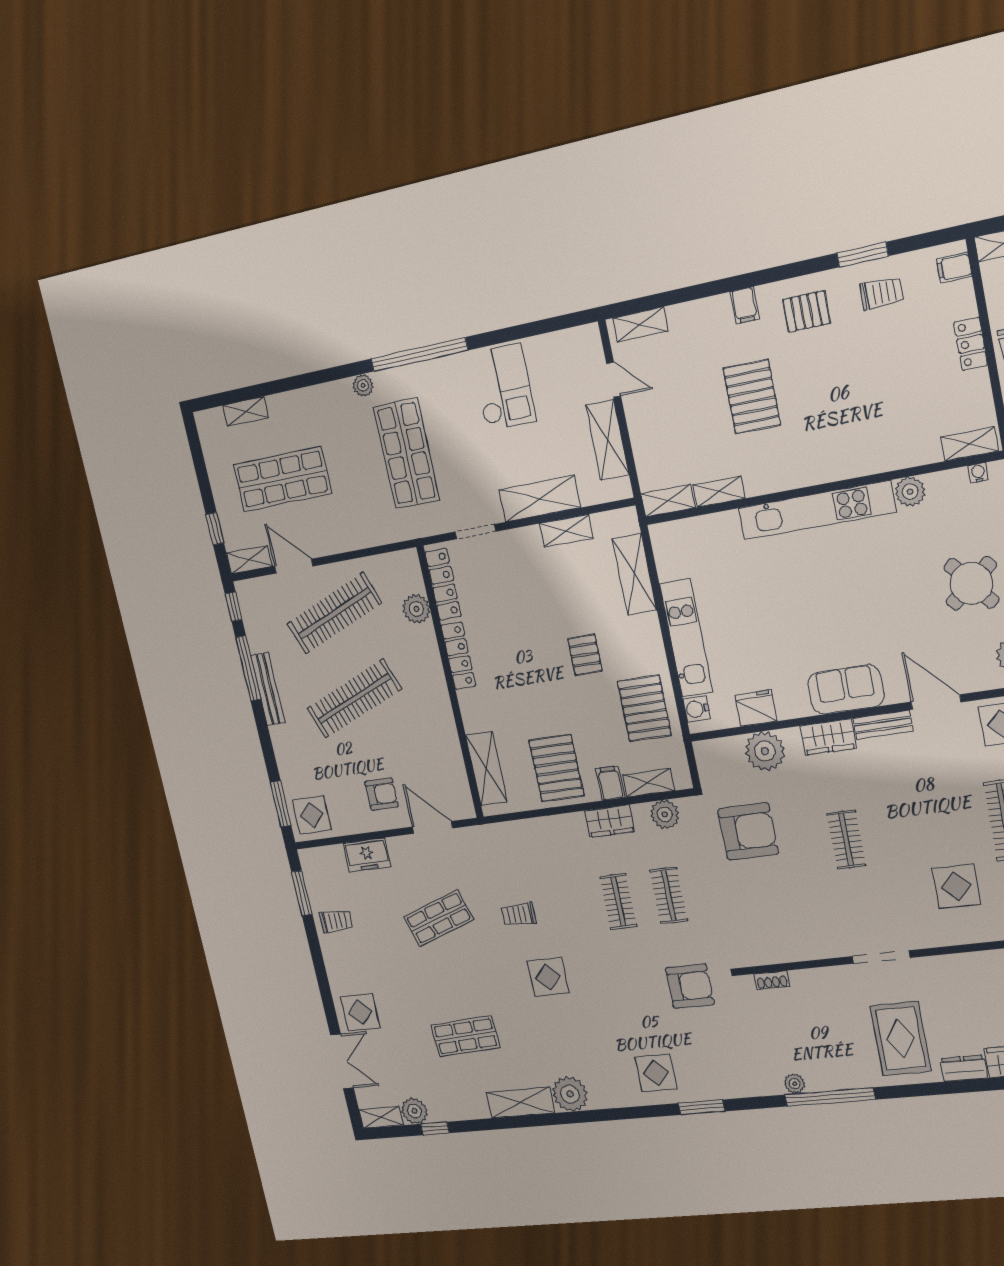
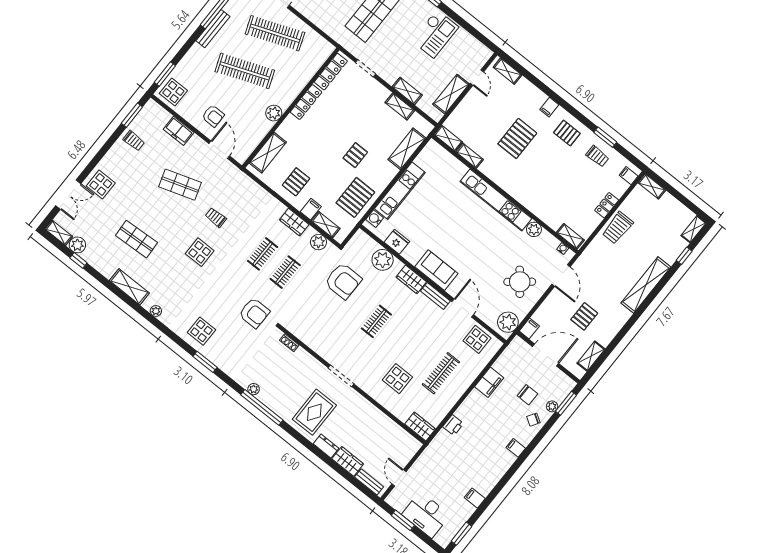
shelving: (540, 499) -> (407, 91), width x0.67, depth x0.75
plant: (417, 609) -> (274, 113), moved
pallet: (556, 768) -> (296, 182), width x0.67, depth x0.71
plant: (570, 1094) -> (156, 311), width x0.53, depth x0.53

